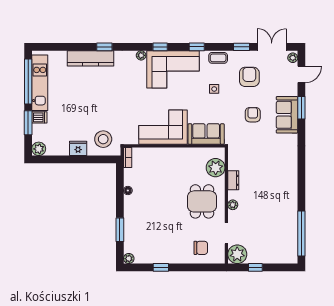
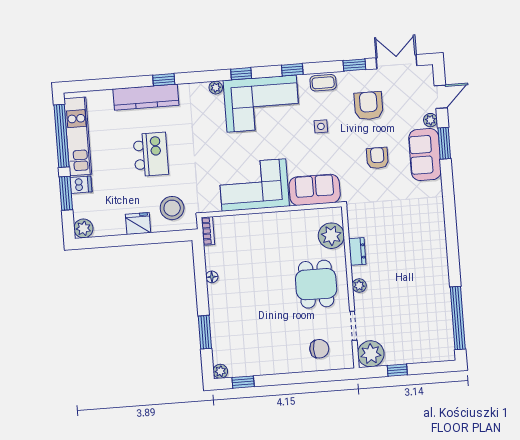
plant: (293, 58) -> (430, 120), moved
kitchen island: (91, 100) -> (151, 154), added
window: (161, 267) -> (243, 382), moved

